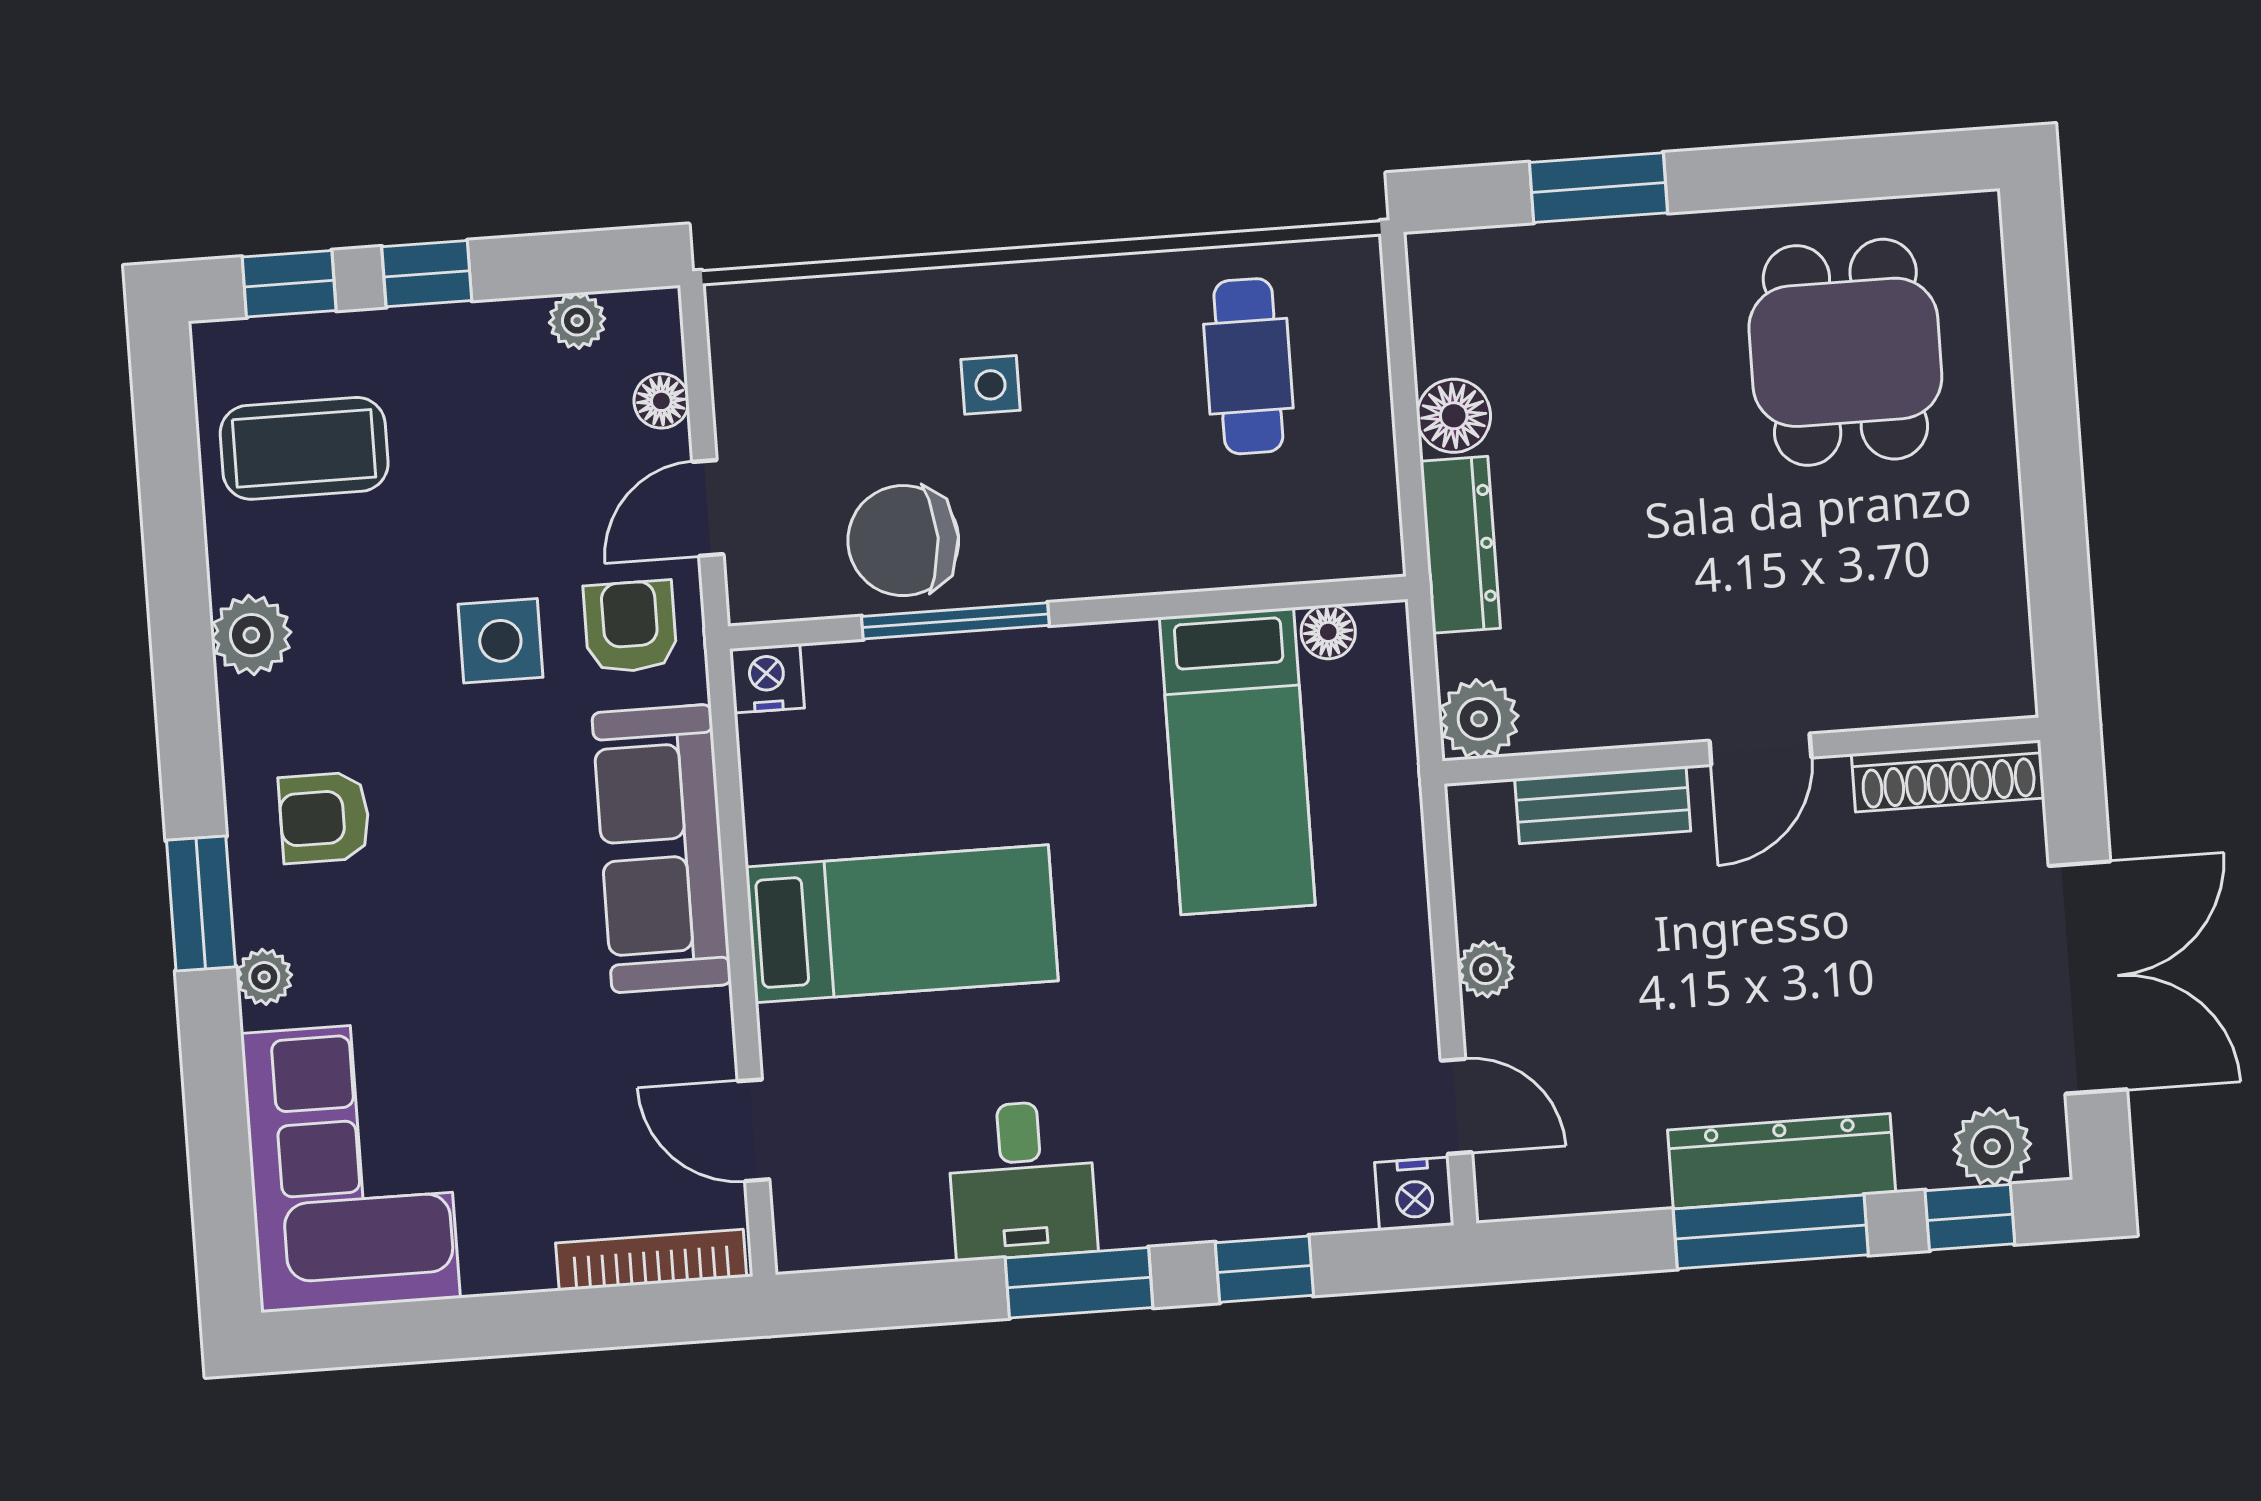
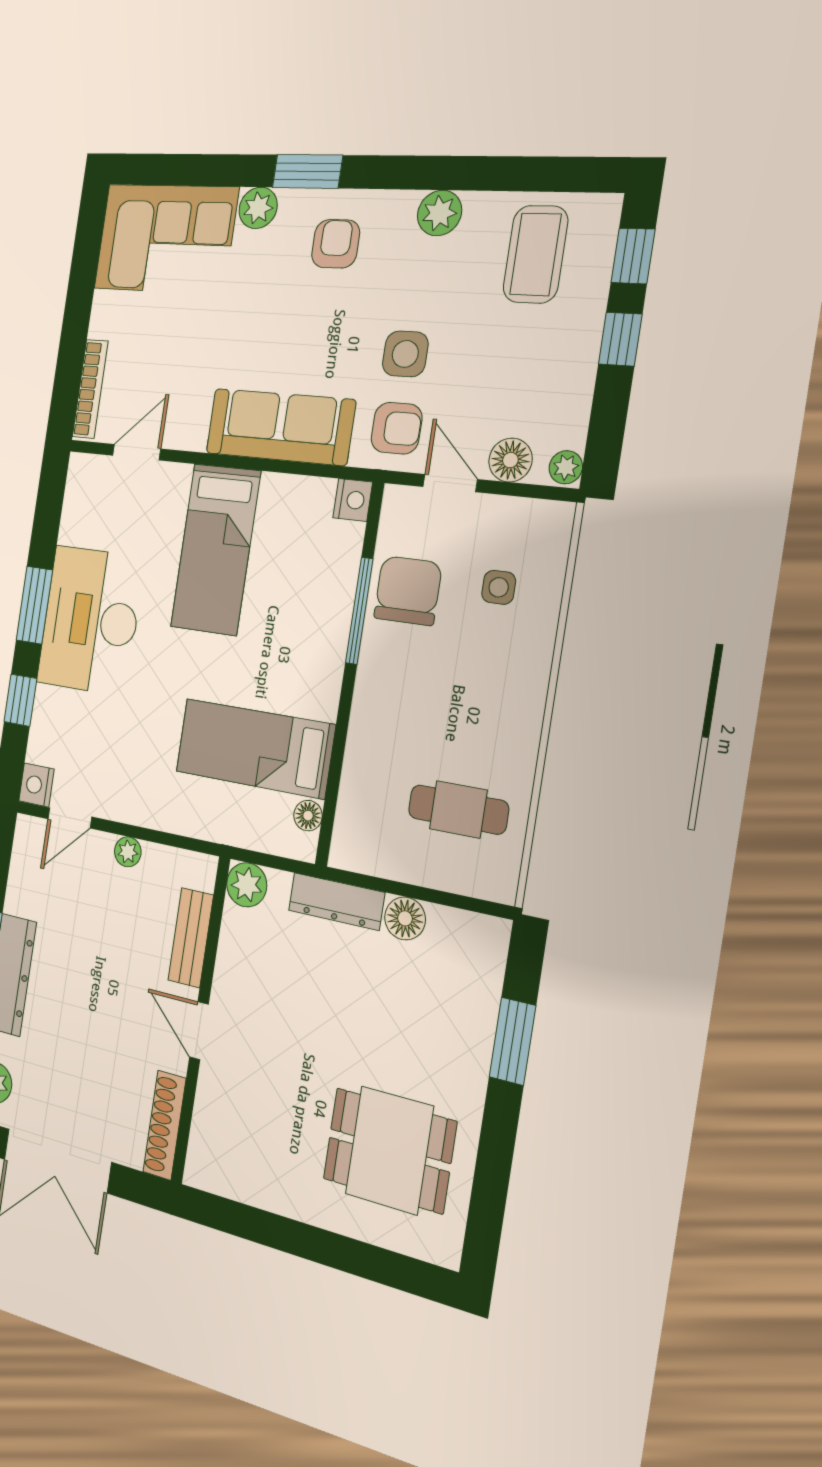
plant: (577, 321) -> (566, 467), moved
side table: (991, 385) -> (499, 587), moved
floor lamp: (661, 401) -> (510, 460), width x1.37, depth x1.37
plant: (264, 977) -> (258, 208), width x1.38, depth x1.38
desk: (1022, 1180) -> (90, 620), width x1.87, depth x1.30

